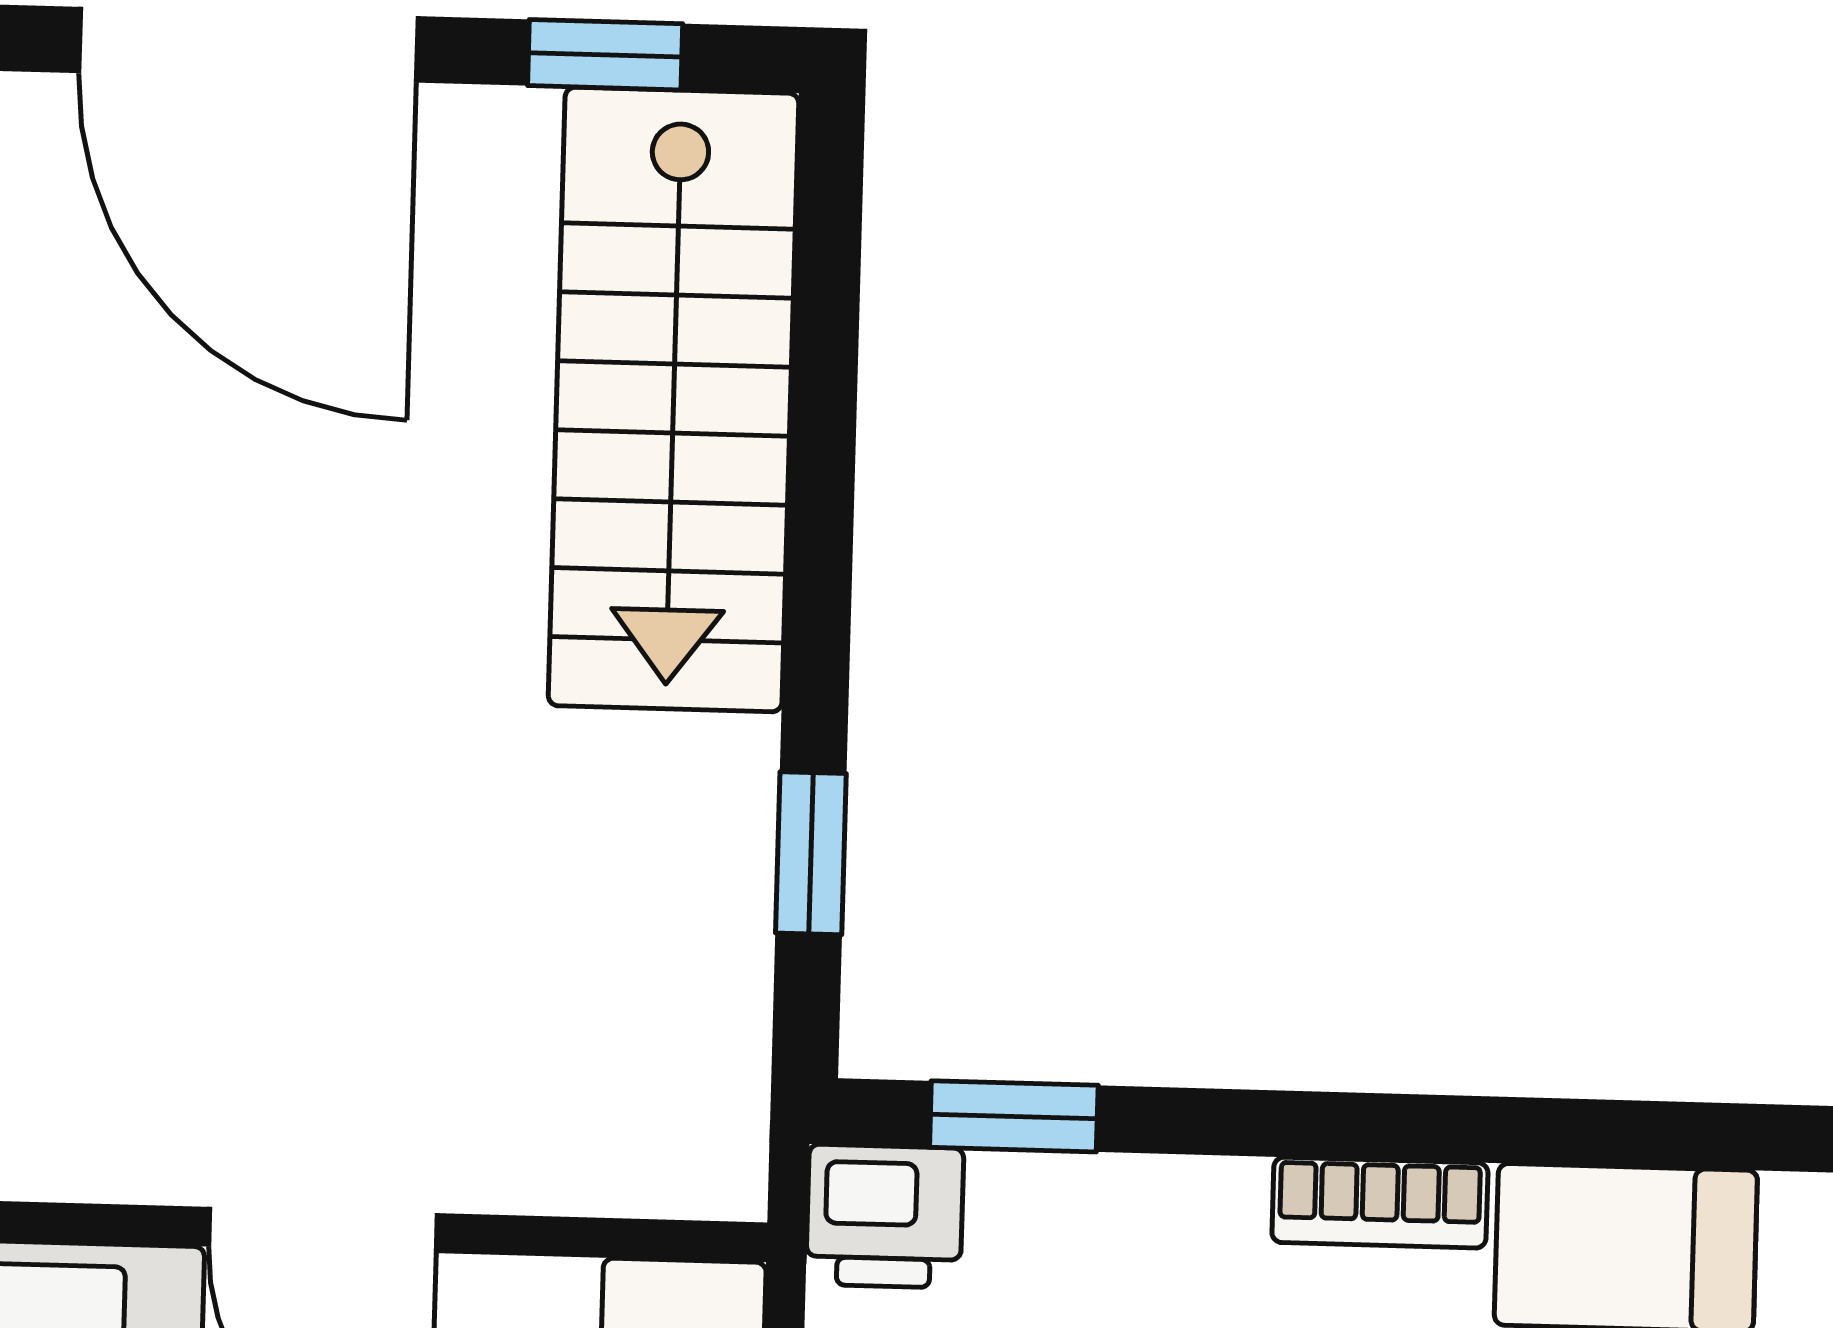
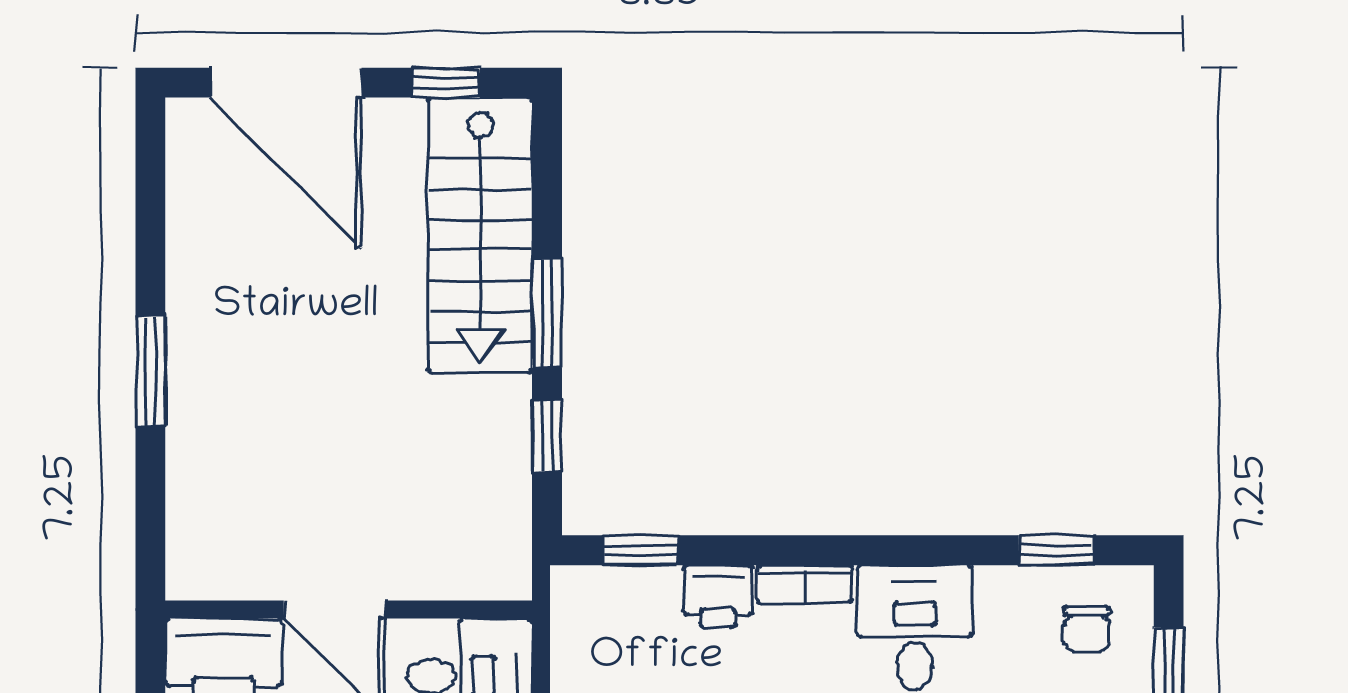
window: (819, 578) -> (547, 313), added
printer: (885, 1216) -> (718, 596), moved

